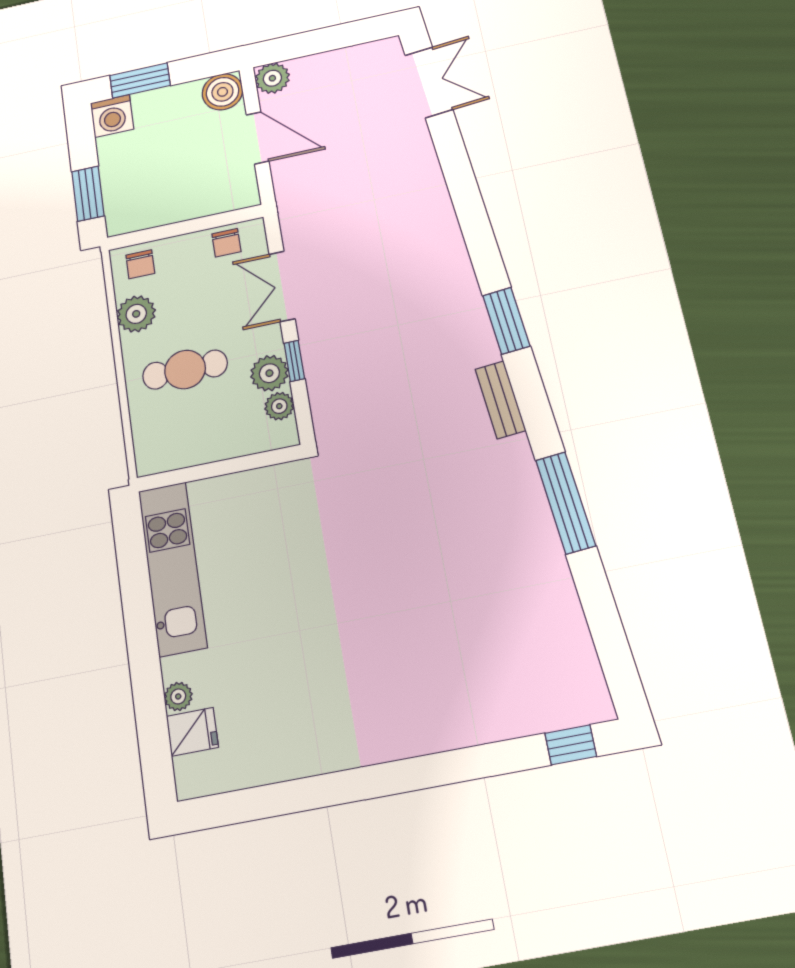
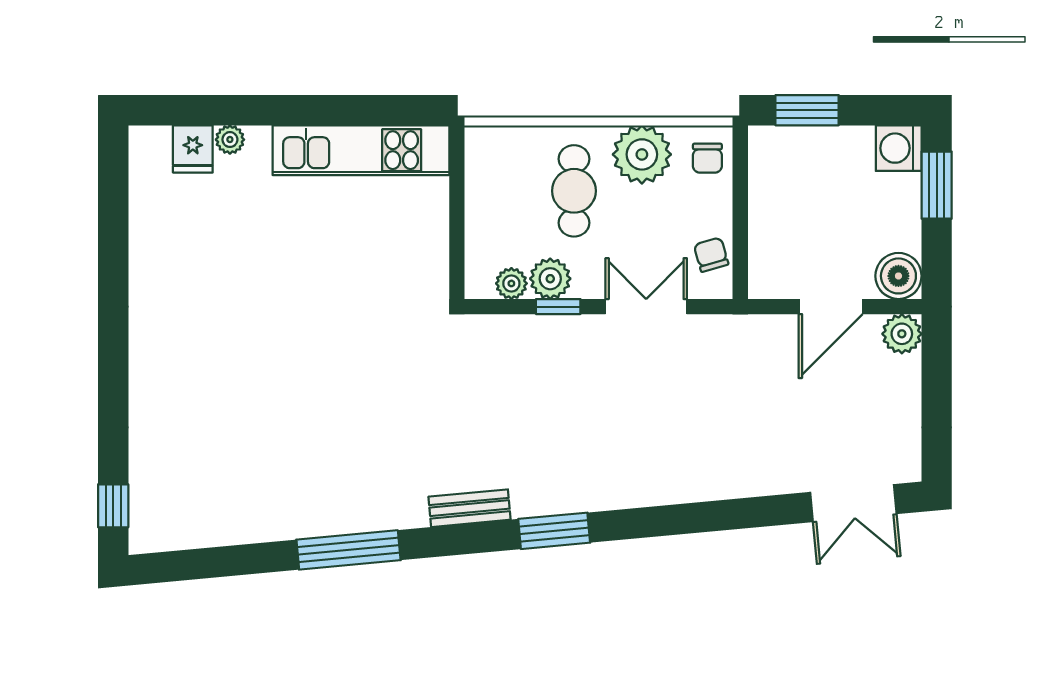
chair: (226, 243) -> (711, 255), turned 74
chair: (140, 264) -> (707, 158), turned -90
plant: (136, 314) -> (642, 154), width x1.36, depth x1.36

